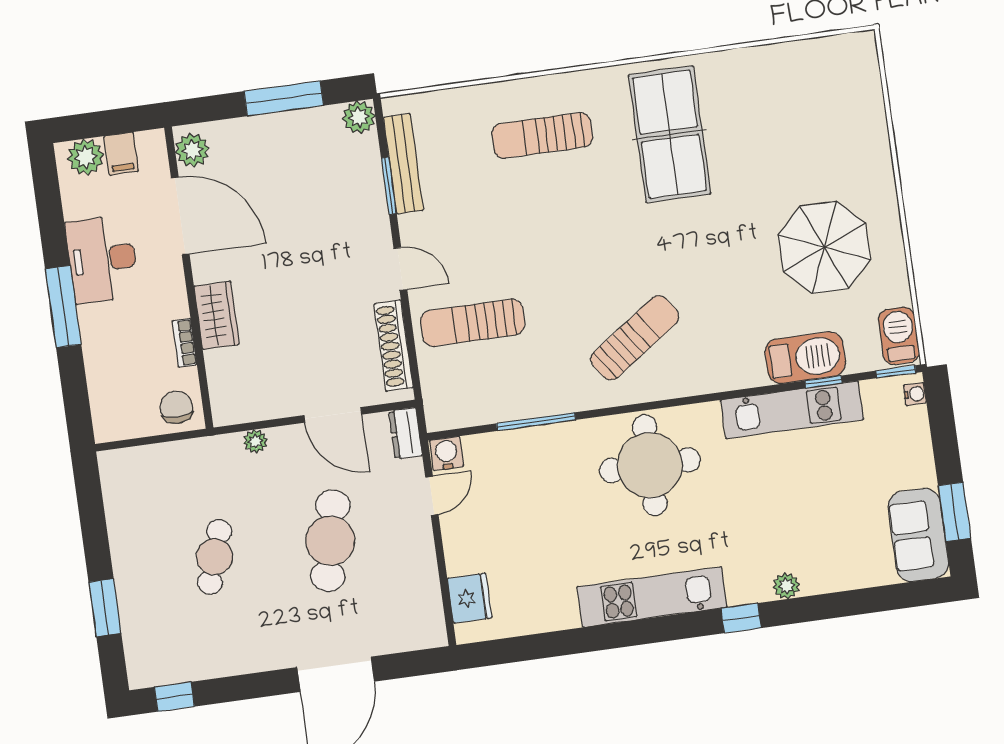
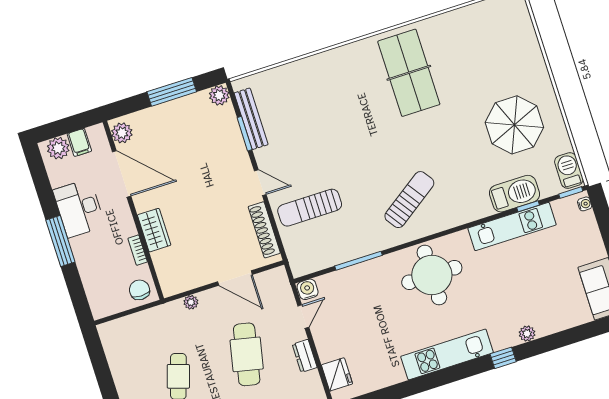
sun lounger: (542, 135) -> (332, 87), removed
dresser: (406, 433) -> (305, 356), moved

